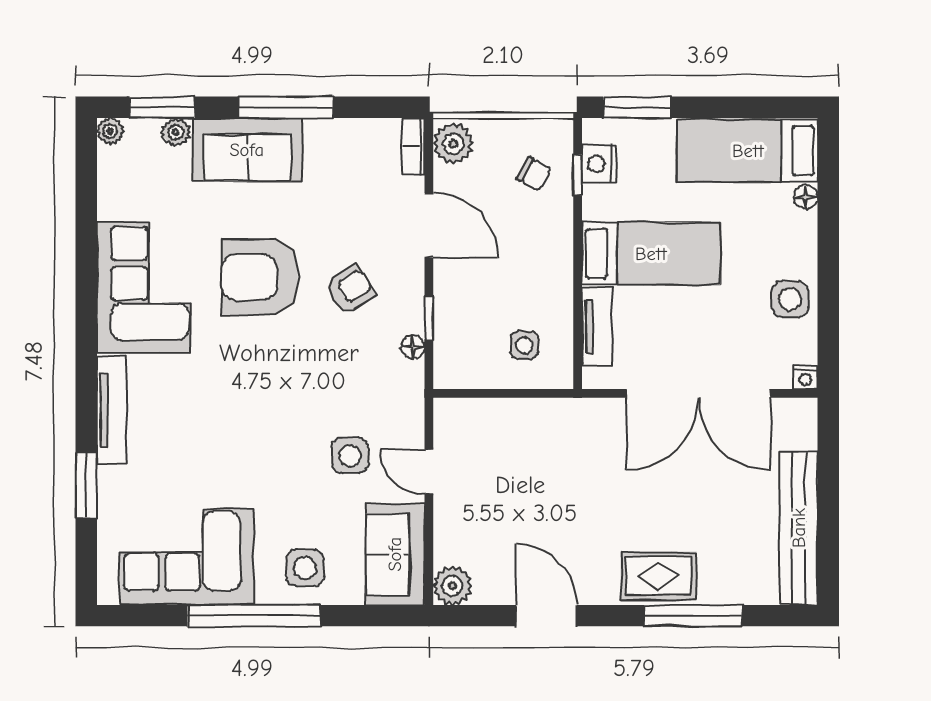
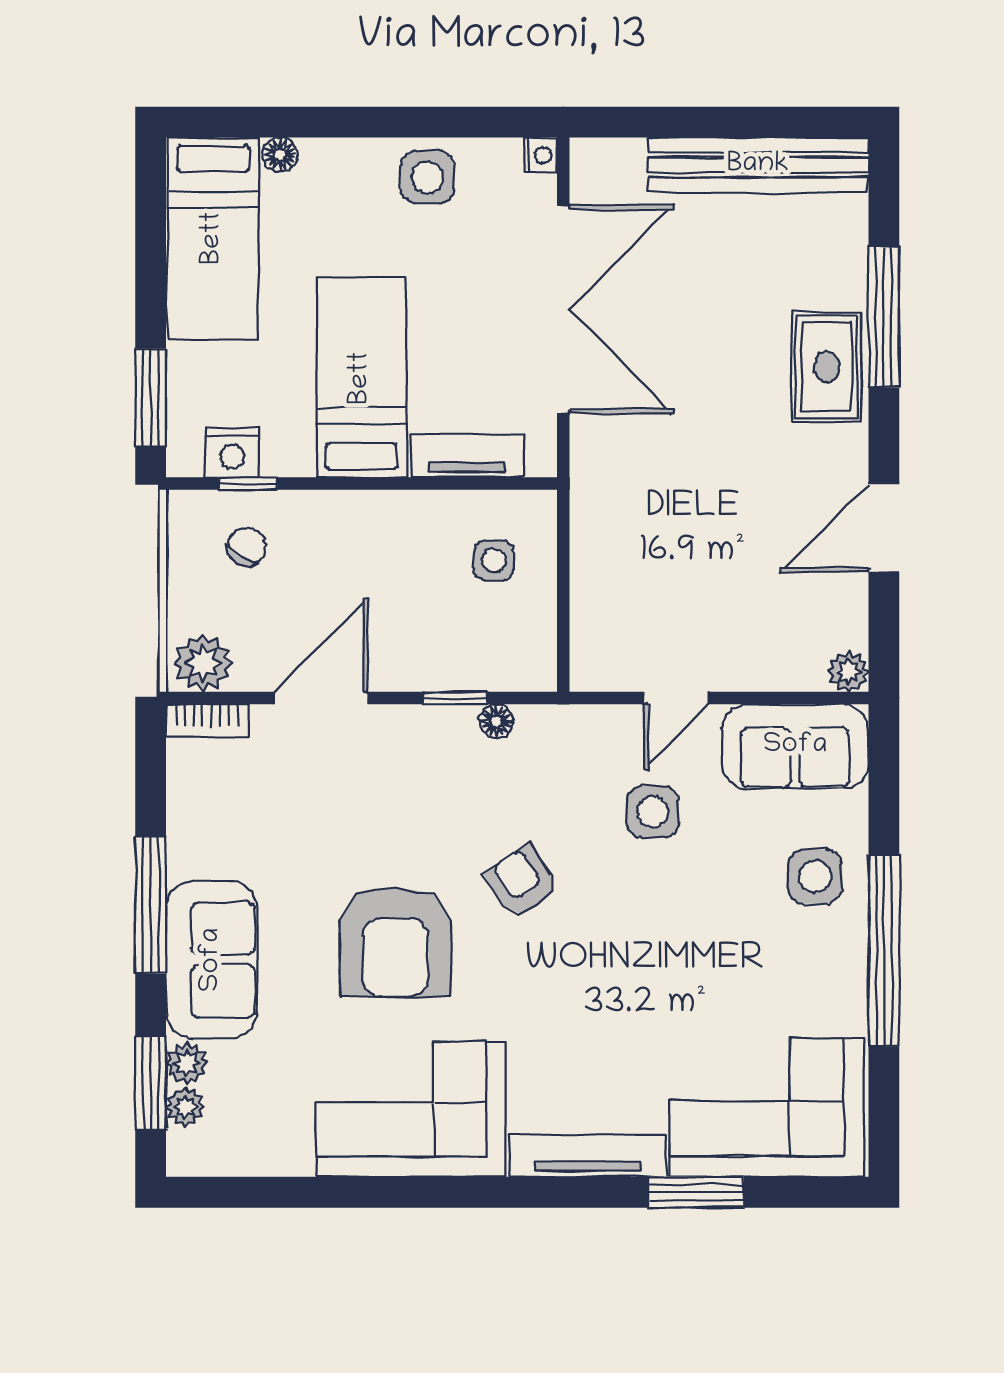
plant: (110, 131) -> (185, 1107), moved
armchair: (350, 289) -> (521, 881), moved
corner sofa: (187, 557) -> (767, 1108), moved, turned 90
plant: (452, 586) -> (848, 672), width x0.73, depth x0.73

